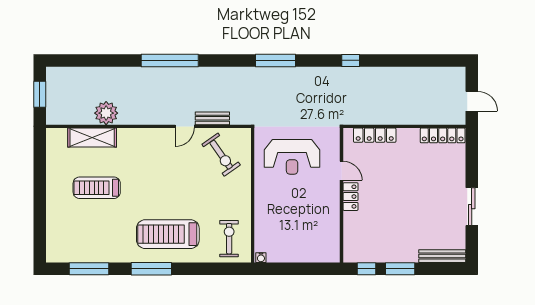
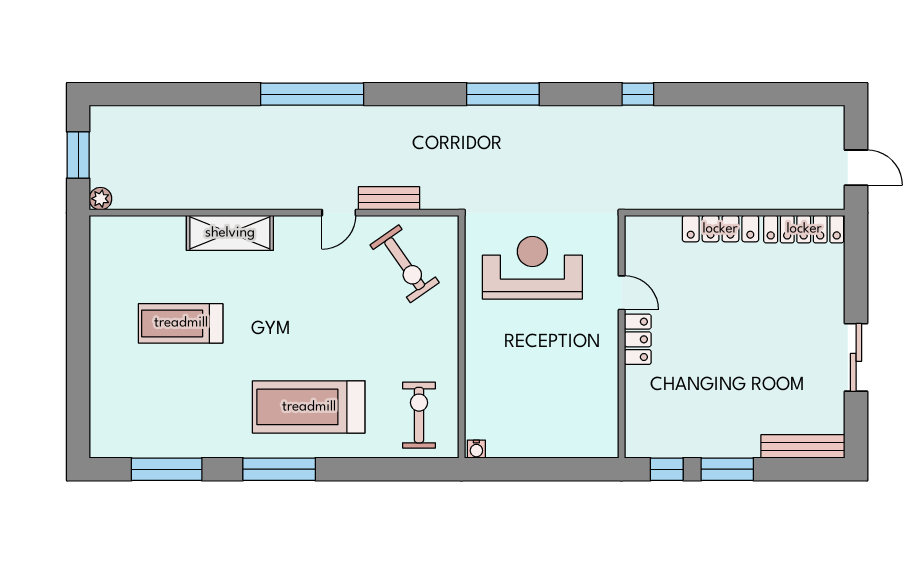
plant: (106, 113) -> (100, 199), moved, width x0.53, depth x0.53
locker: (375, 135) -> (720, 229), moved
shelving: (92, 137) -> (230, 233), moved
reception desk: (292, 157) -> (532, 268), turned 180

